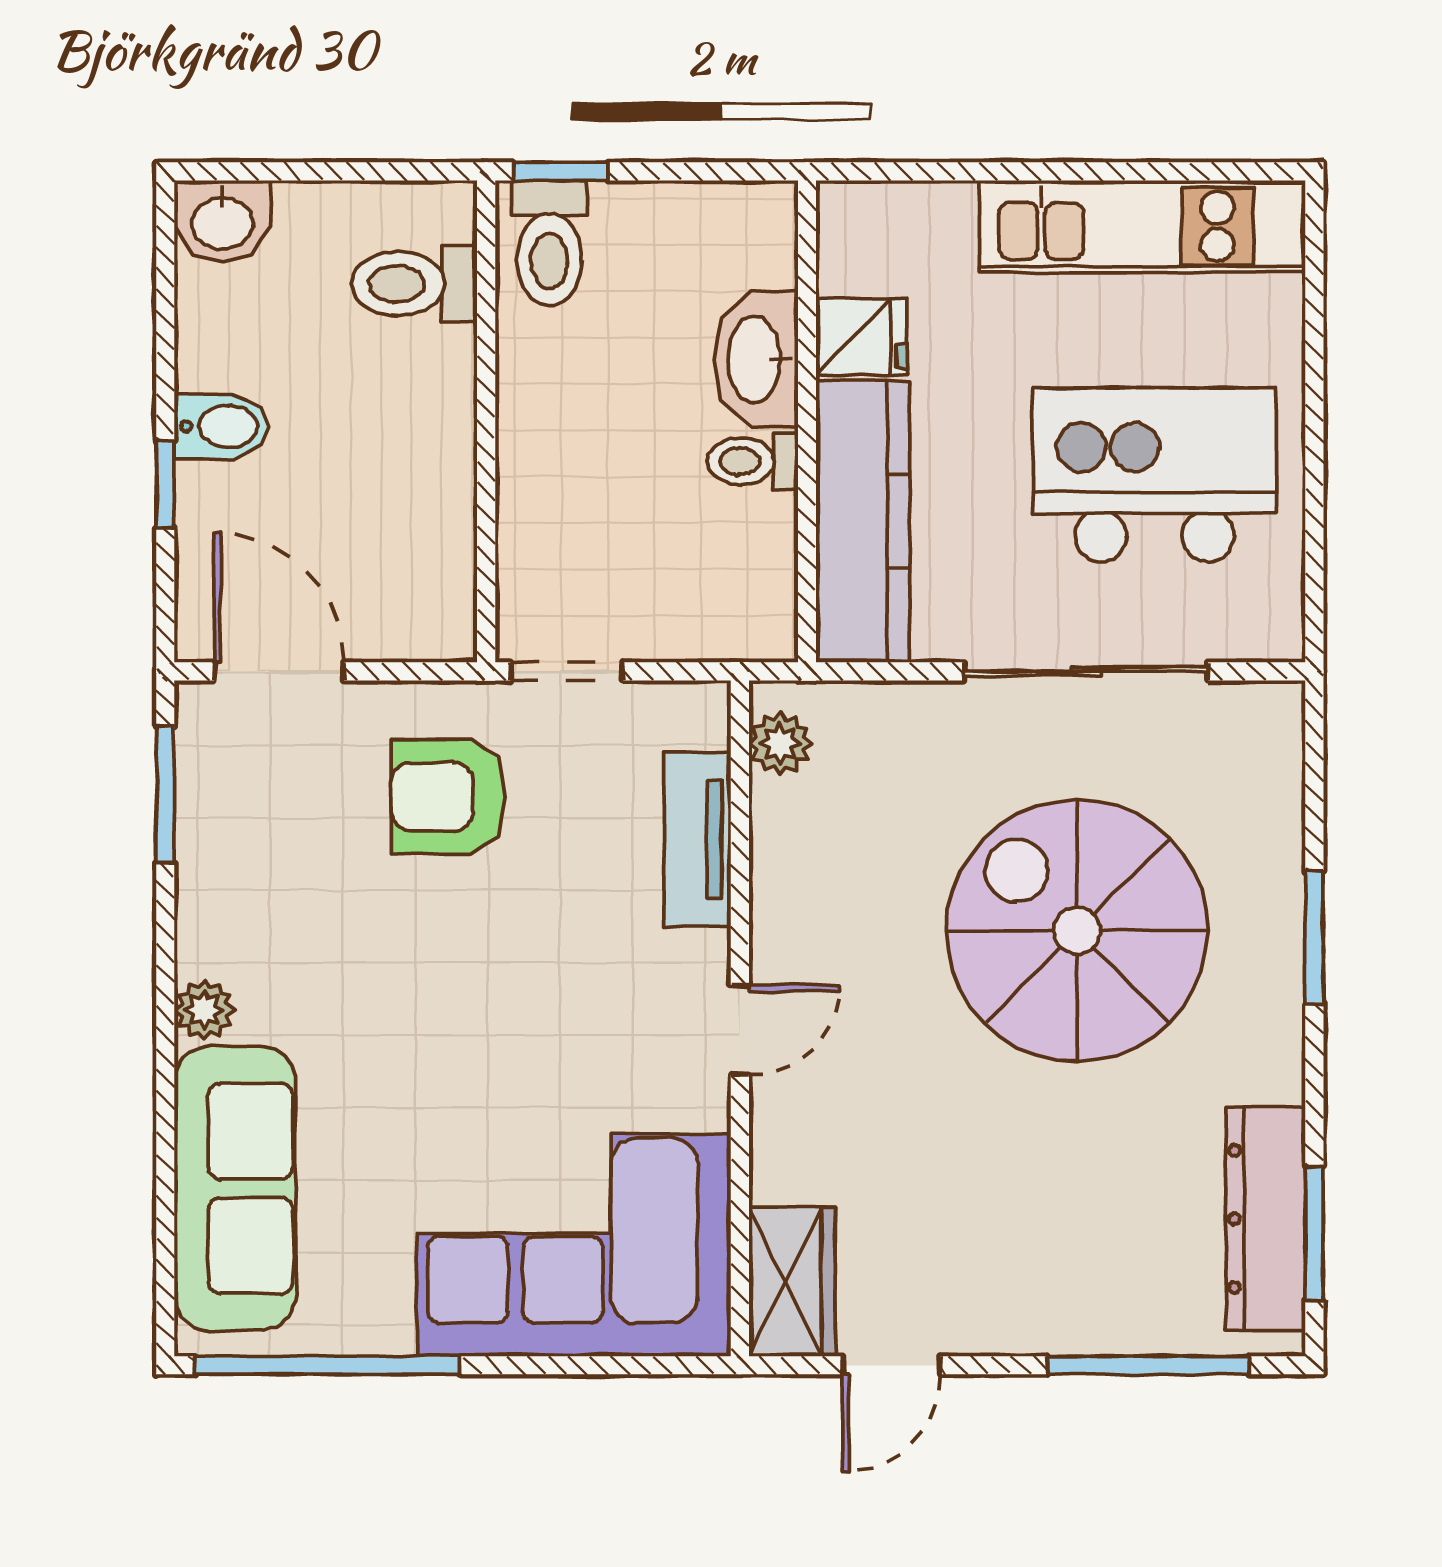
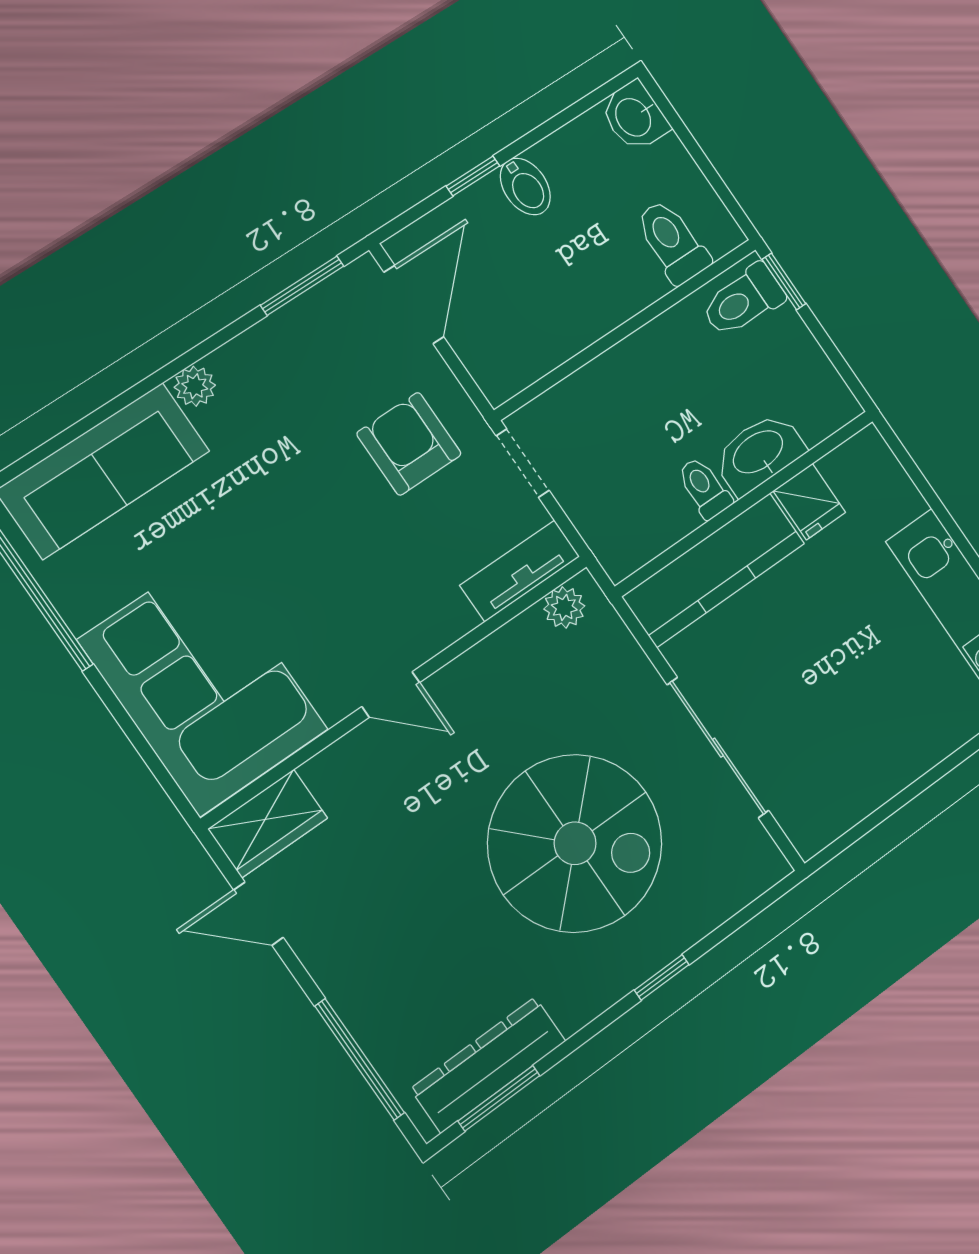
kitchen island: (1154, 475) -> (846, 710), removed
tv unit: (698, 839) -> (520, 571), moved
spiral stairs: (1077, 931) -> (575, 843), turned 90
window: (1314, 938) -> (662, 977), width x0.67

